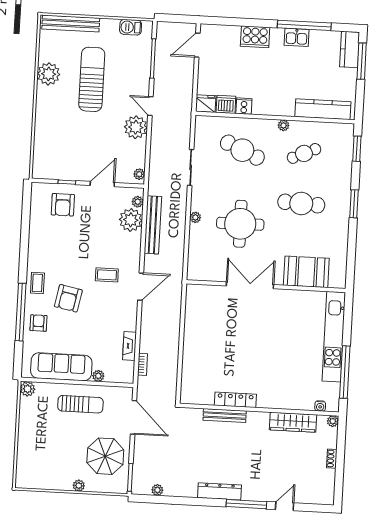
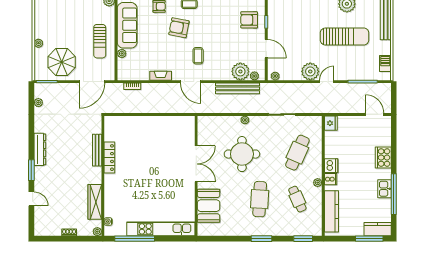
dishwasher: (226, 104) -> (331, 166), moved
cooker: (244, 106) -> (331, 179), moved
fireplace: (129, 346) -> (161, 76), moved
window: (246, 504) -> (31, 170), width x0.69

